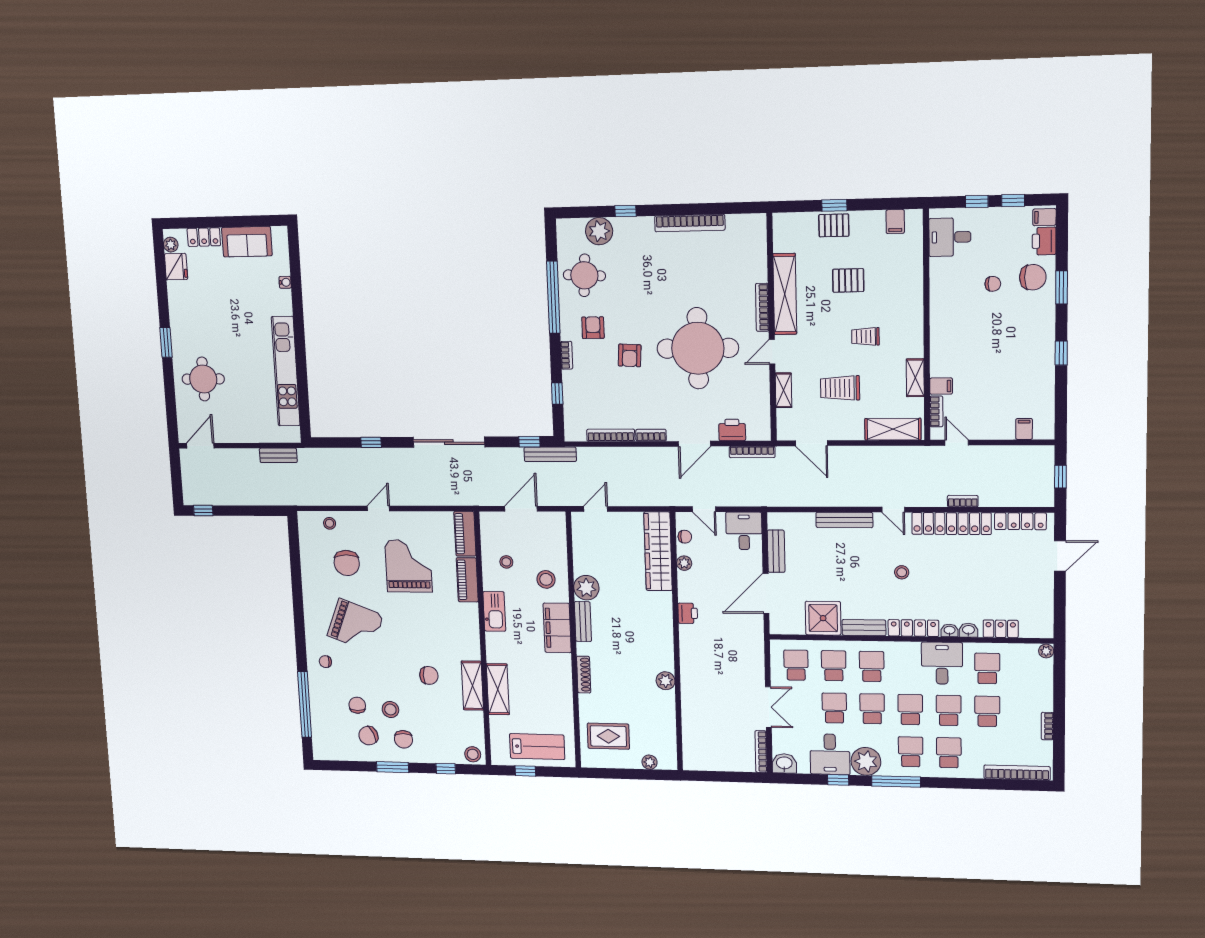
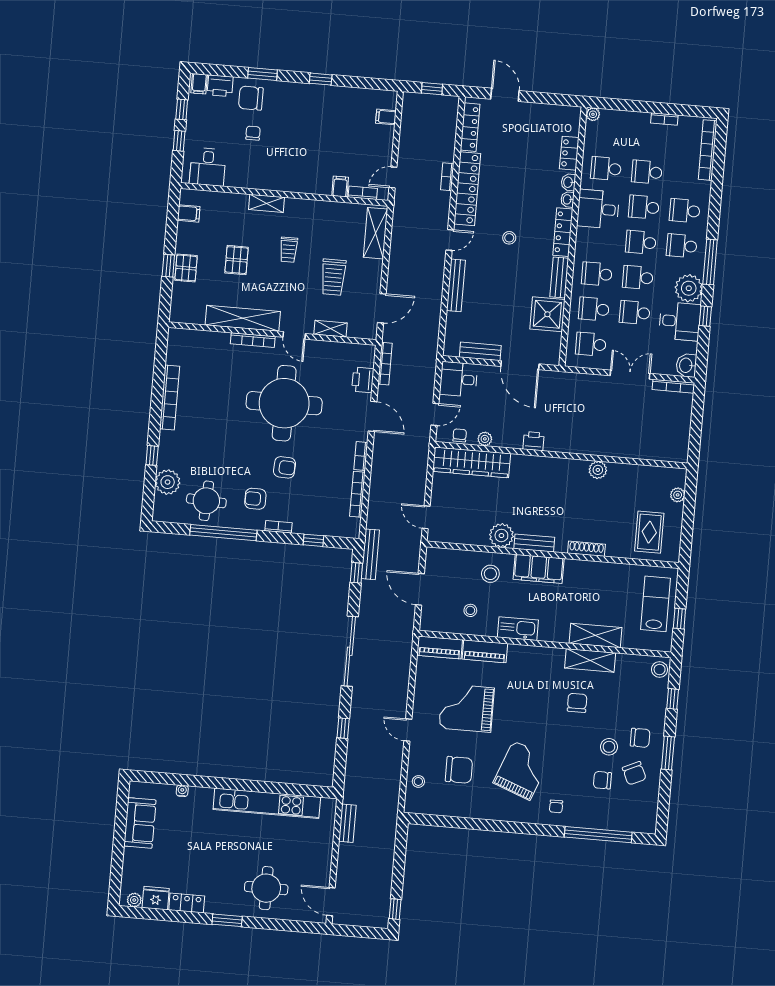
locker: (204, 237) -> (187, 903), moved, turned -90
chair: (1033, 277) -> (251, 98), turned -90
shelving: (915, 378) -> (267, 203), moved

